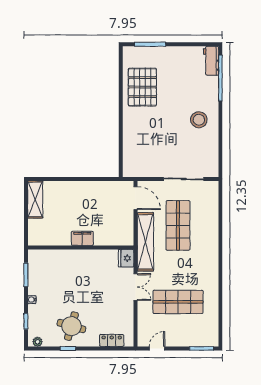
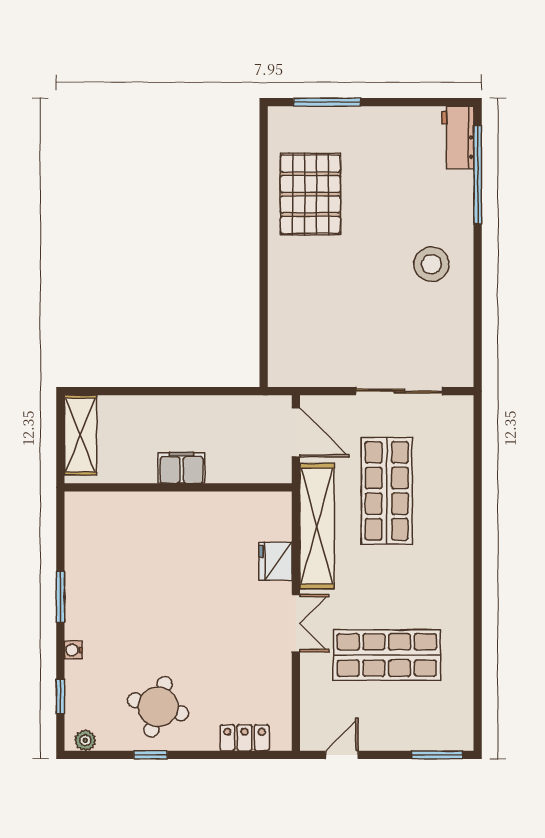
filing cabinet: (82, 238) -> (182, 468), moved
wall: (81, 247) -> (178, 487), moved

